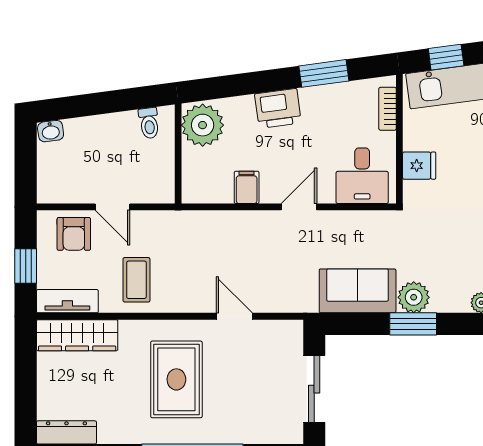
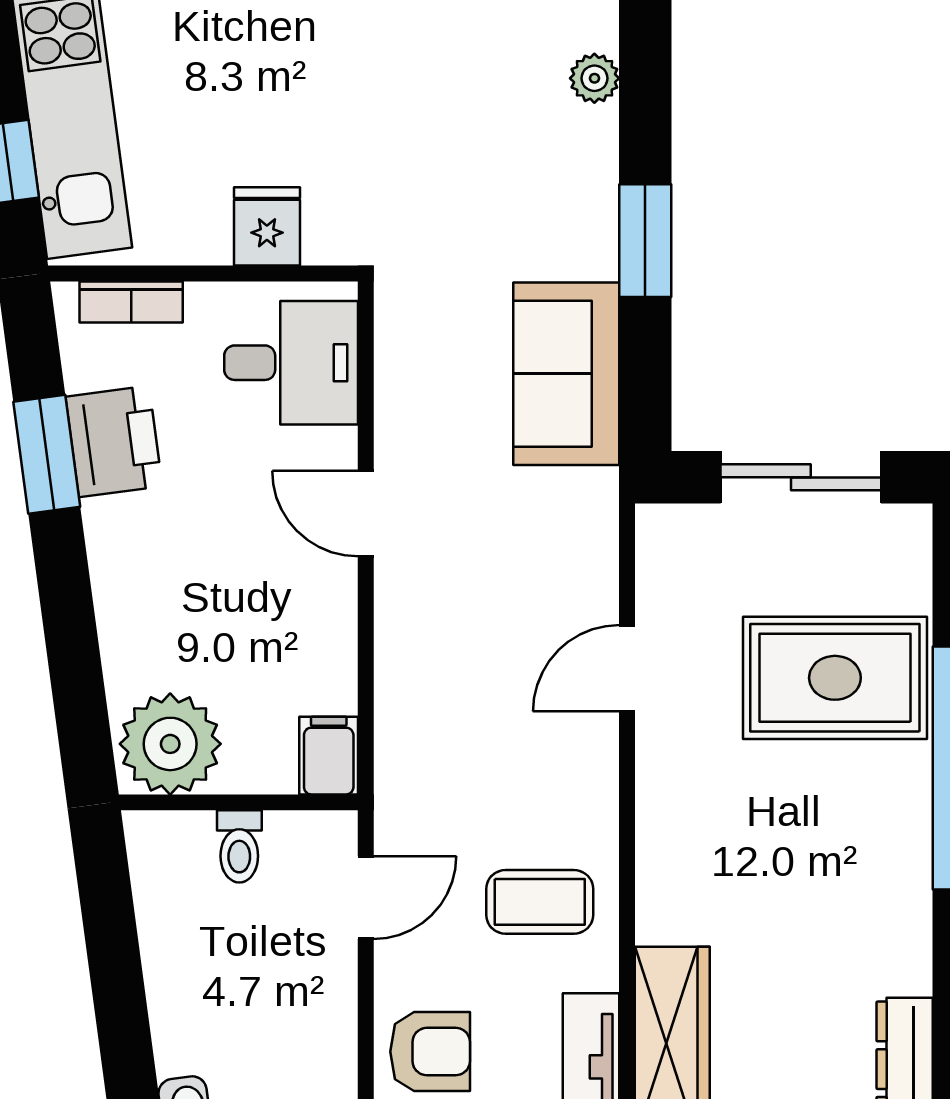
printer: (278, 108) -> (114, 441), moved
toilet: (149, 123) -> (239, 846), moved, turned 98
filing cabinet: (247, 187) -> (329, 756), moved, turned 90
door: (113, 207) -> (366, 897), moved
plant: (414, 297) -> (582, 240), removed
rug: (176, 379) -> (835, 678), moved

